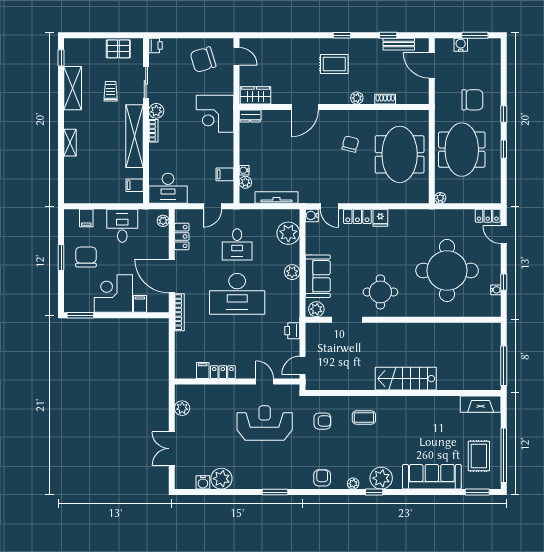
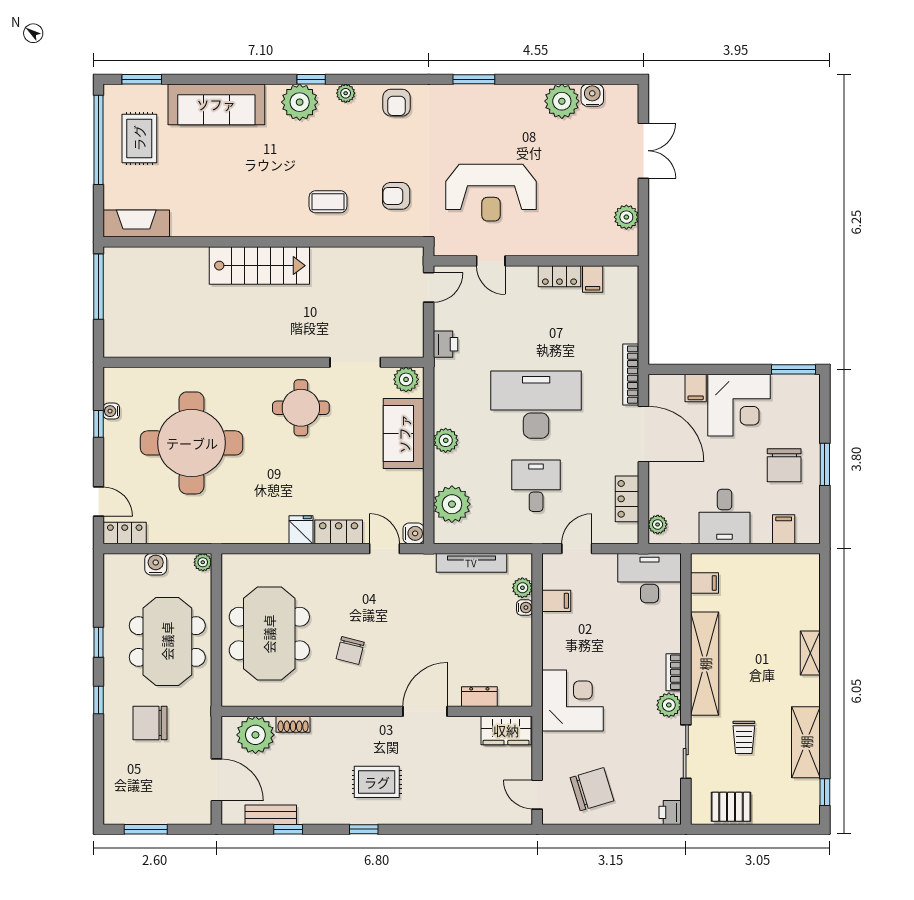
water cooler: (461, 45) -> (156, 564), moved, turned 180
plant: (357, 98) -> (255, 735), moved, width x1.88, depth x1.88
dresser: (250, 116) -> (479, 697), moved

